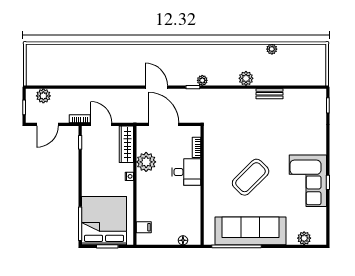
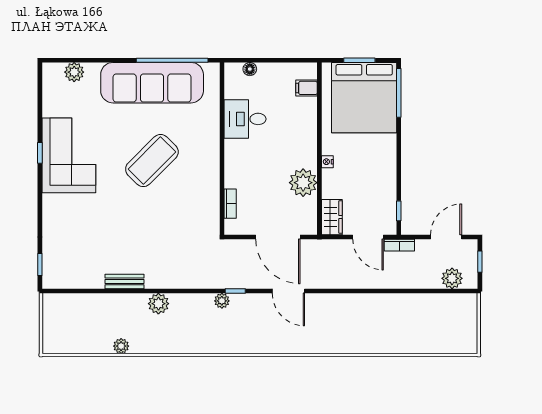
wardrobe: (126, 144) -> (332, 217), width x0.67
desk: (186, 172) -> (245, 119), moved

